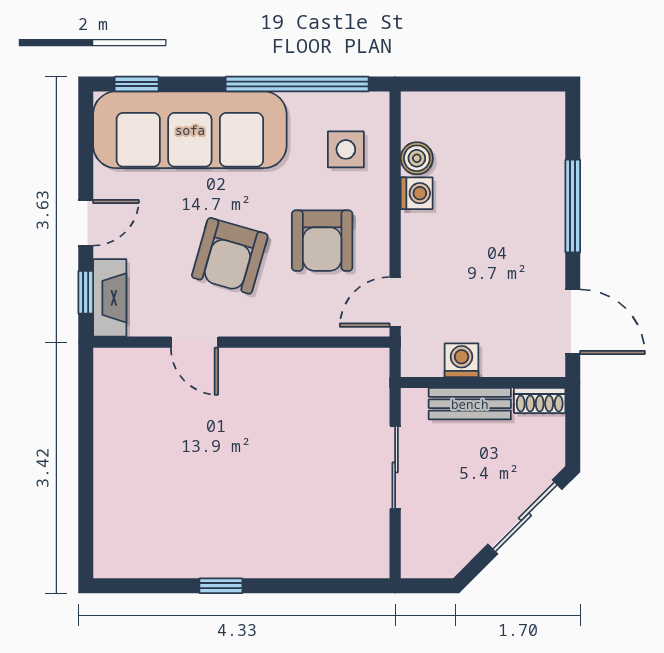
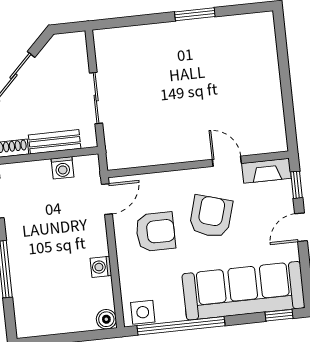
side table: (346, 149) -> (143, 312), moved
boiler: (417, 158) -> (106, 319), moved
armchair: (322, 241) -> (155, 232), turned 90
fireplace: (110, 298) -> (266, 171), moved, turned -90
window: (221, 586) -> (195, 14), width x1.50

